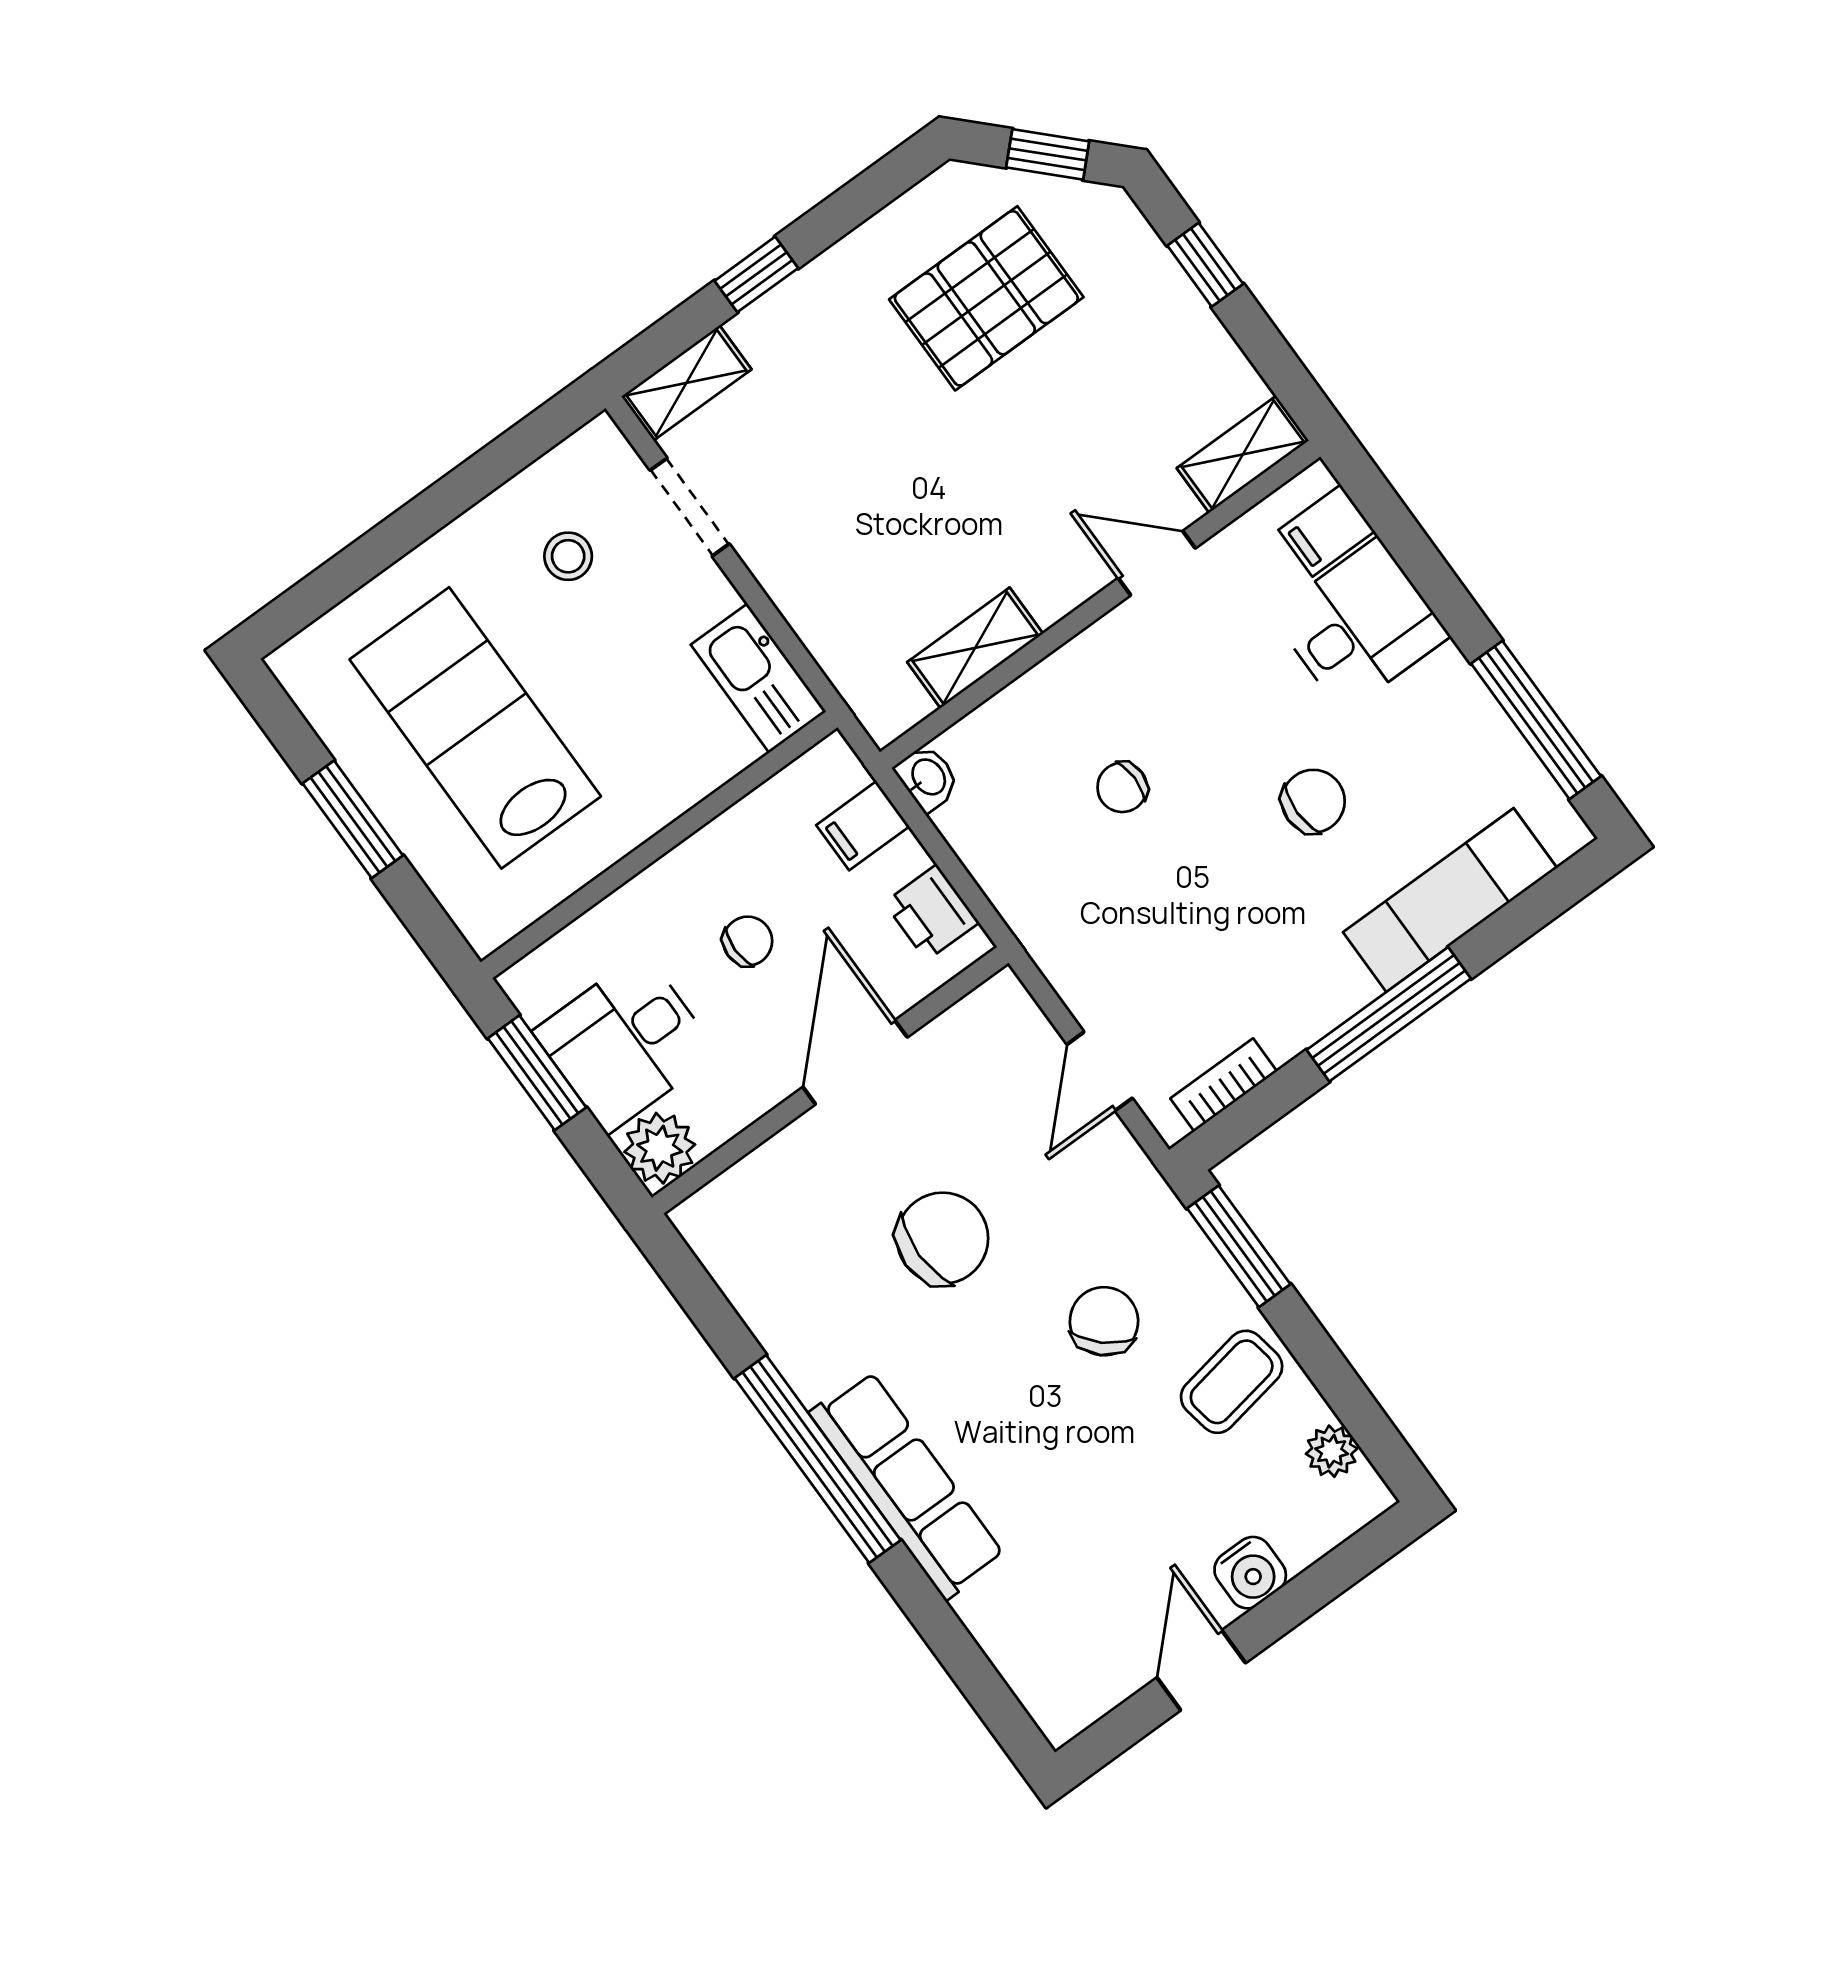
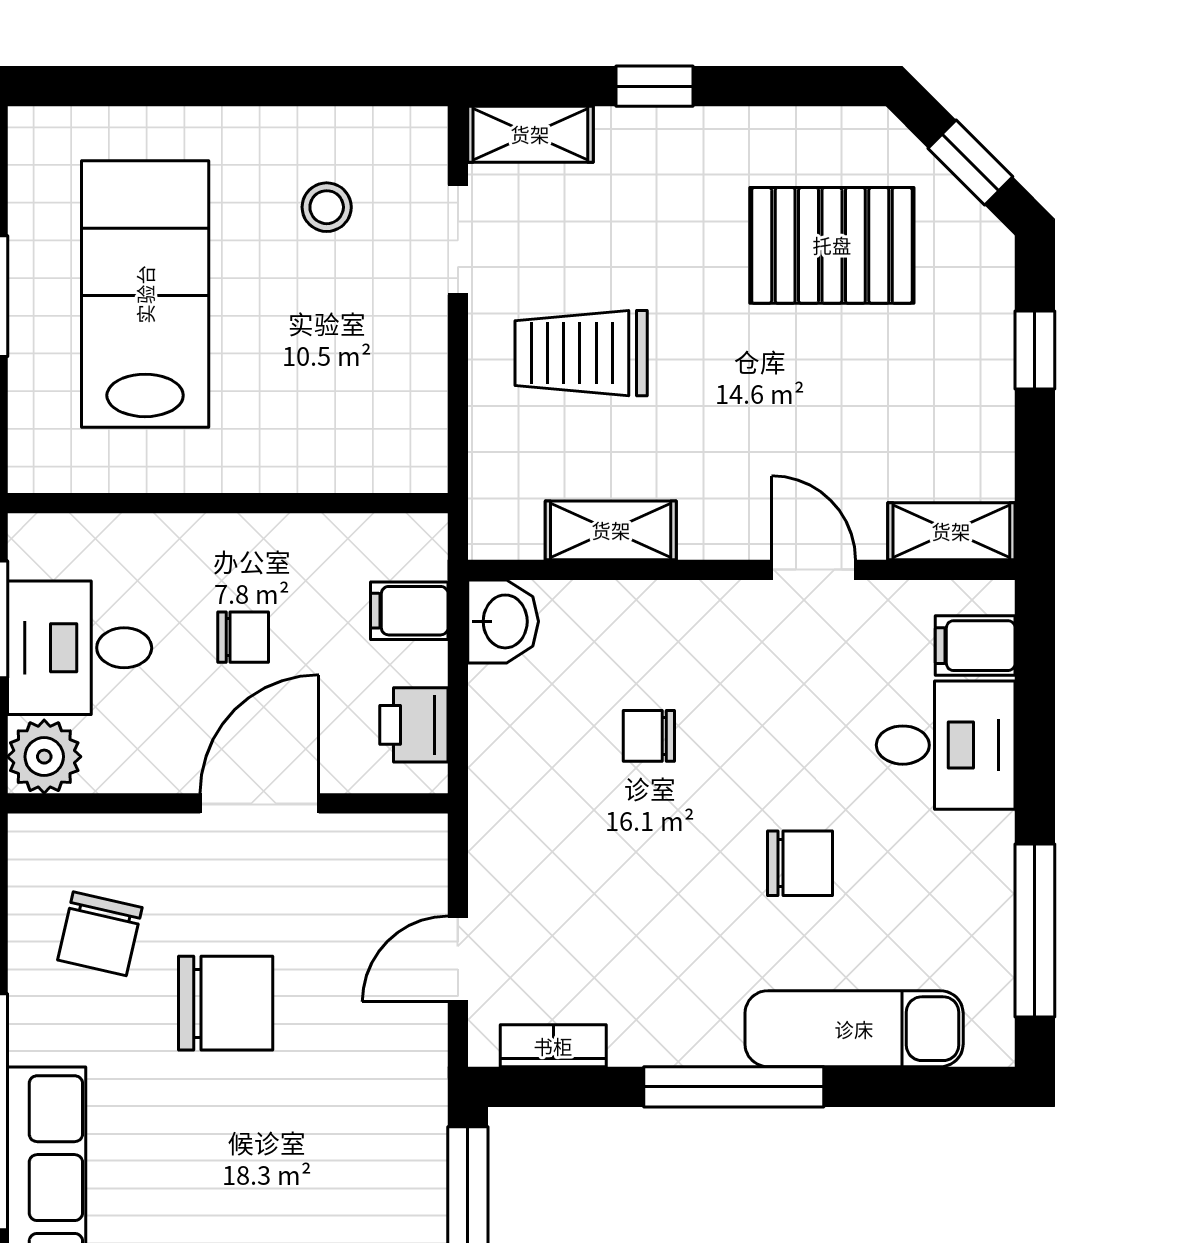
trolley: (851, 526) -> (581, 353), added
kitchen sink: (758, 678) -> (412, 424), removed
washbasin: (928, 778) -> (503, 621), width x1.38, depth x1.45
chair: (1104, 1321) -> (100, 934), moved, turned 151

